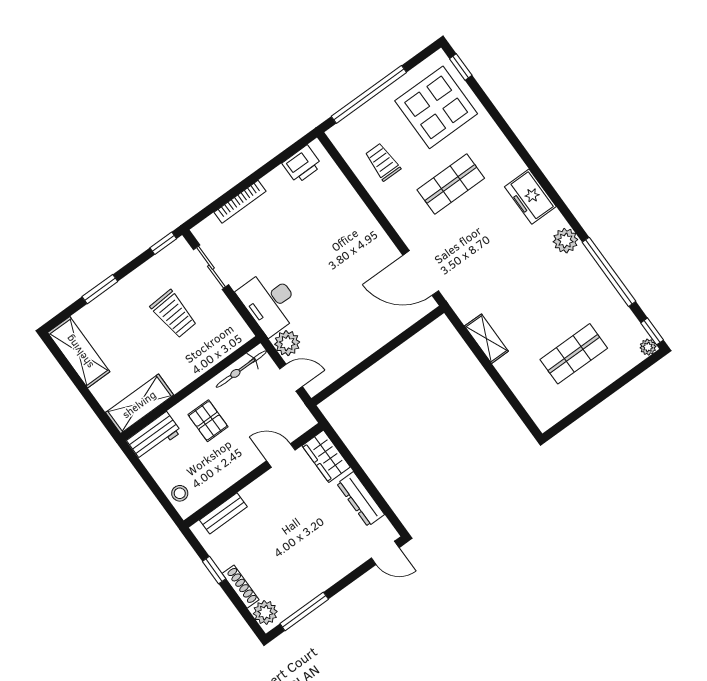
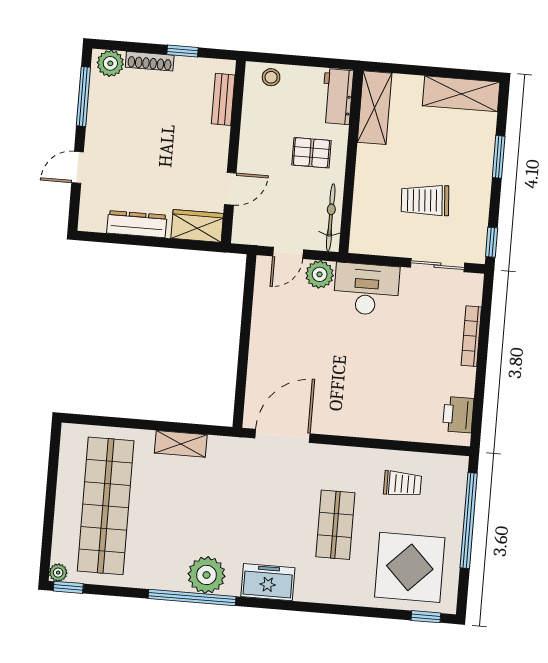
plant: (565, 241) -> (206, 575), width x1.36, depth x1.36
window: (609, 272) -> (192, 597), moved
shop shelf: (574, 354) -> (106, 506), width x2.00, depth x1.36
door: (385, 553) -> (78, 167), moved

